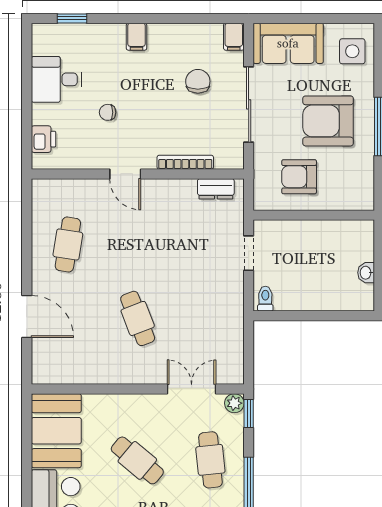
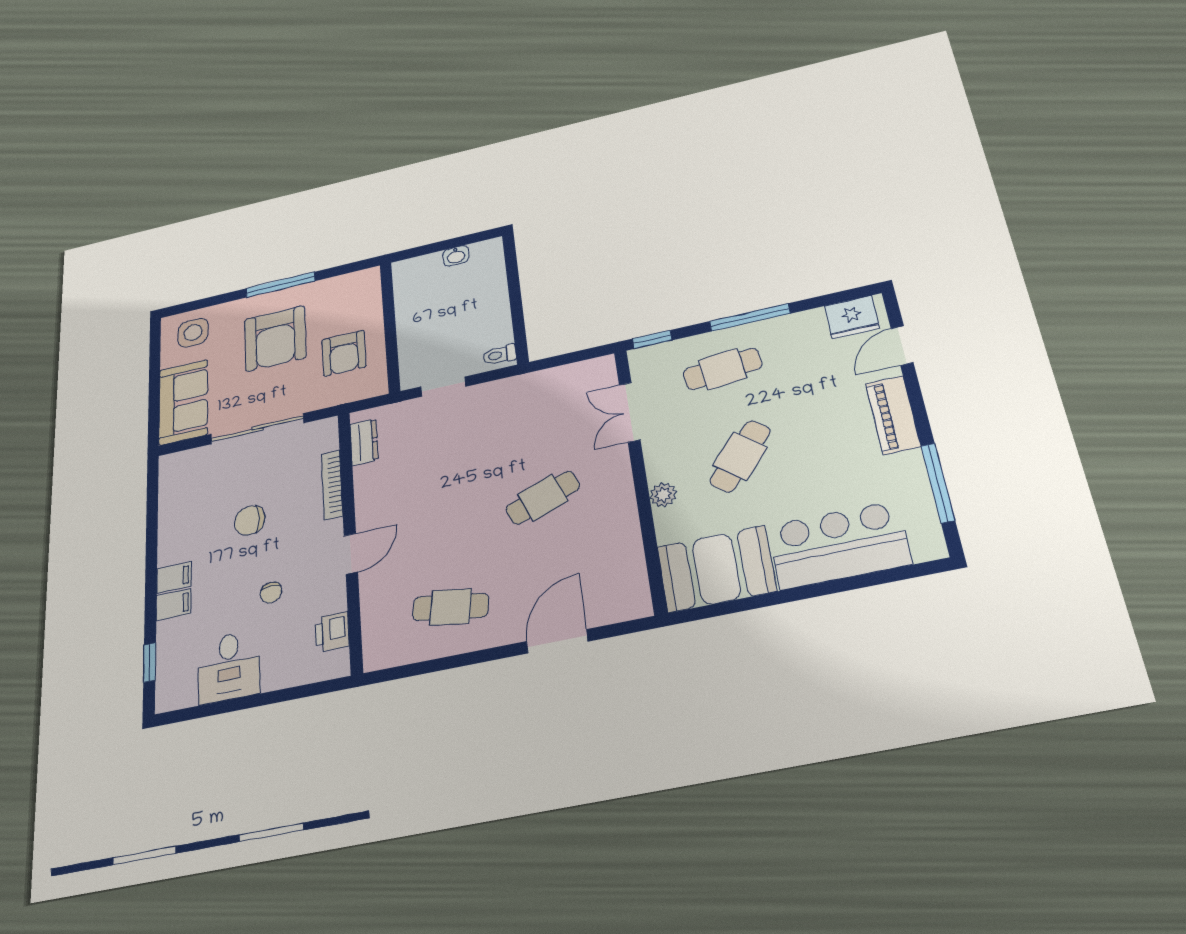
filing cabinet: (234, 37) -> (174, 605), moved
chair: (198, 81) -> (250, 520), moved
printer: (43, 139) -> (332, 632), moved, turned -90
plant: (234, 403) -> (663, 495), moved

